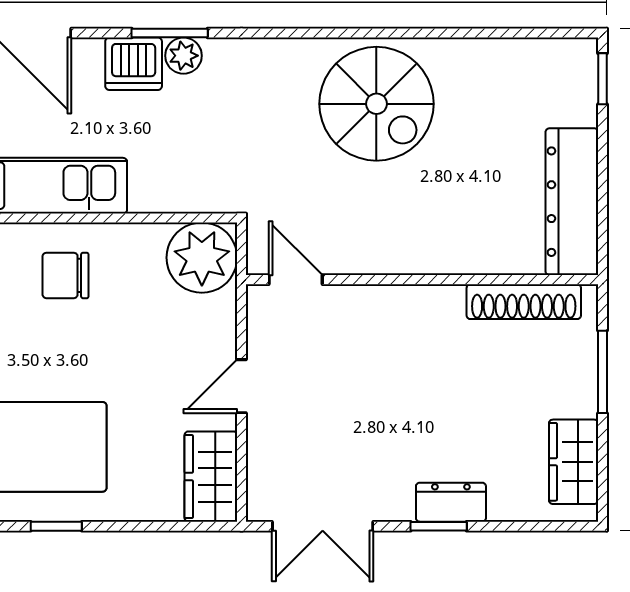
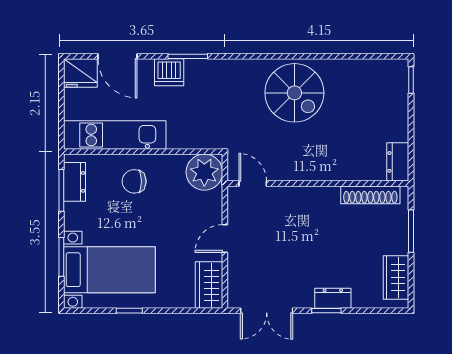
plant: (183, 56) -> (195, 68), removed
dresser: (572, 202) -> (398, 162), width x0.51, depth x0.80

